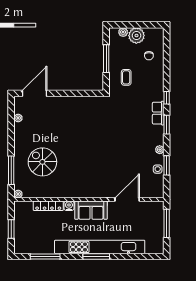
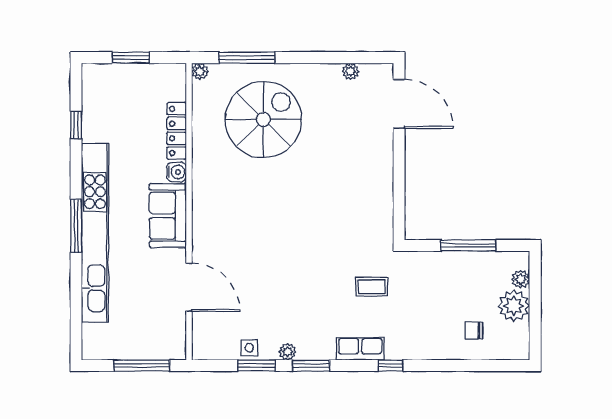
coffee table: (126, 77) -> (372, 287), moved
window: (167, 125) -> (311, 366), moved
spiral stairs: (42, 162) -> (263, 119), width x1.37, depth x1.37
window: (45, 257) -> (76, 125), width x0.46

